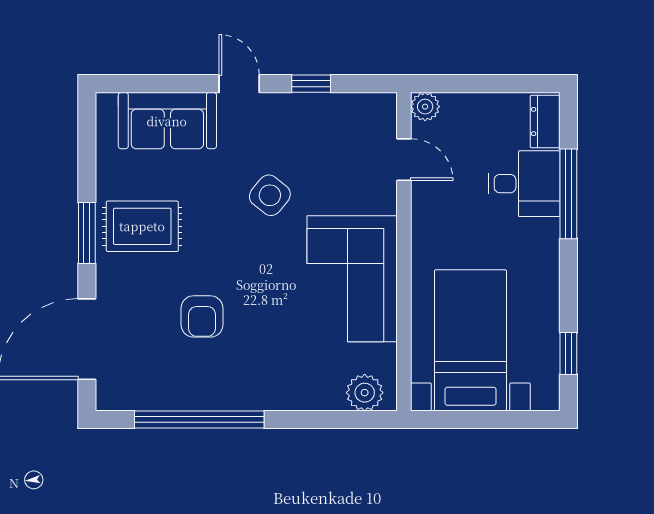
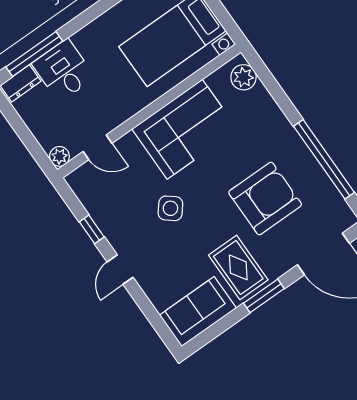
sofa: (167, 121) -> (198, 312), moved, turned -90
door: (404, 160) -> (98, 147), swing flipped
window: (568, 194) -> (34, 54), moved
armchair: (202, 316) -> (265, 198), width x1.88, depth x1.88

